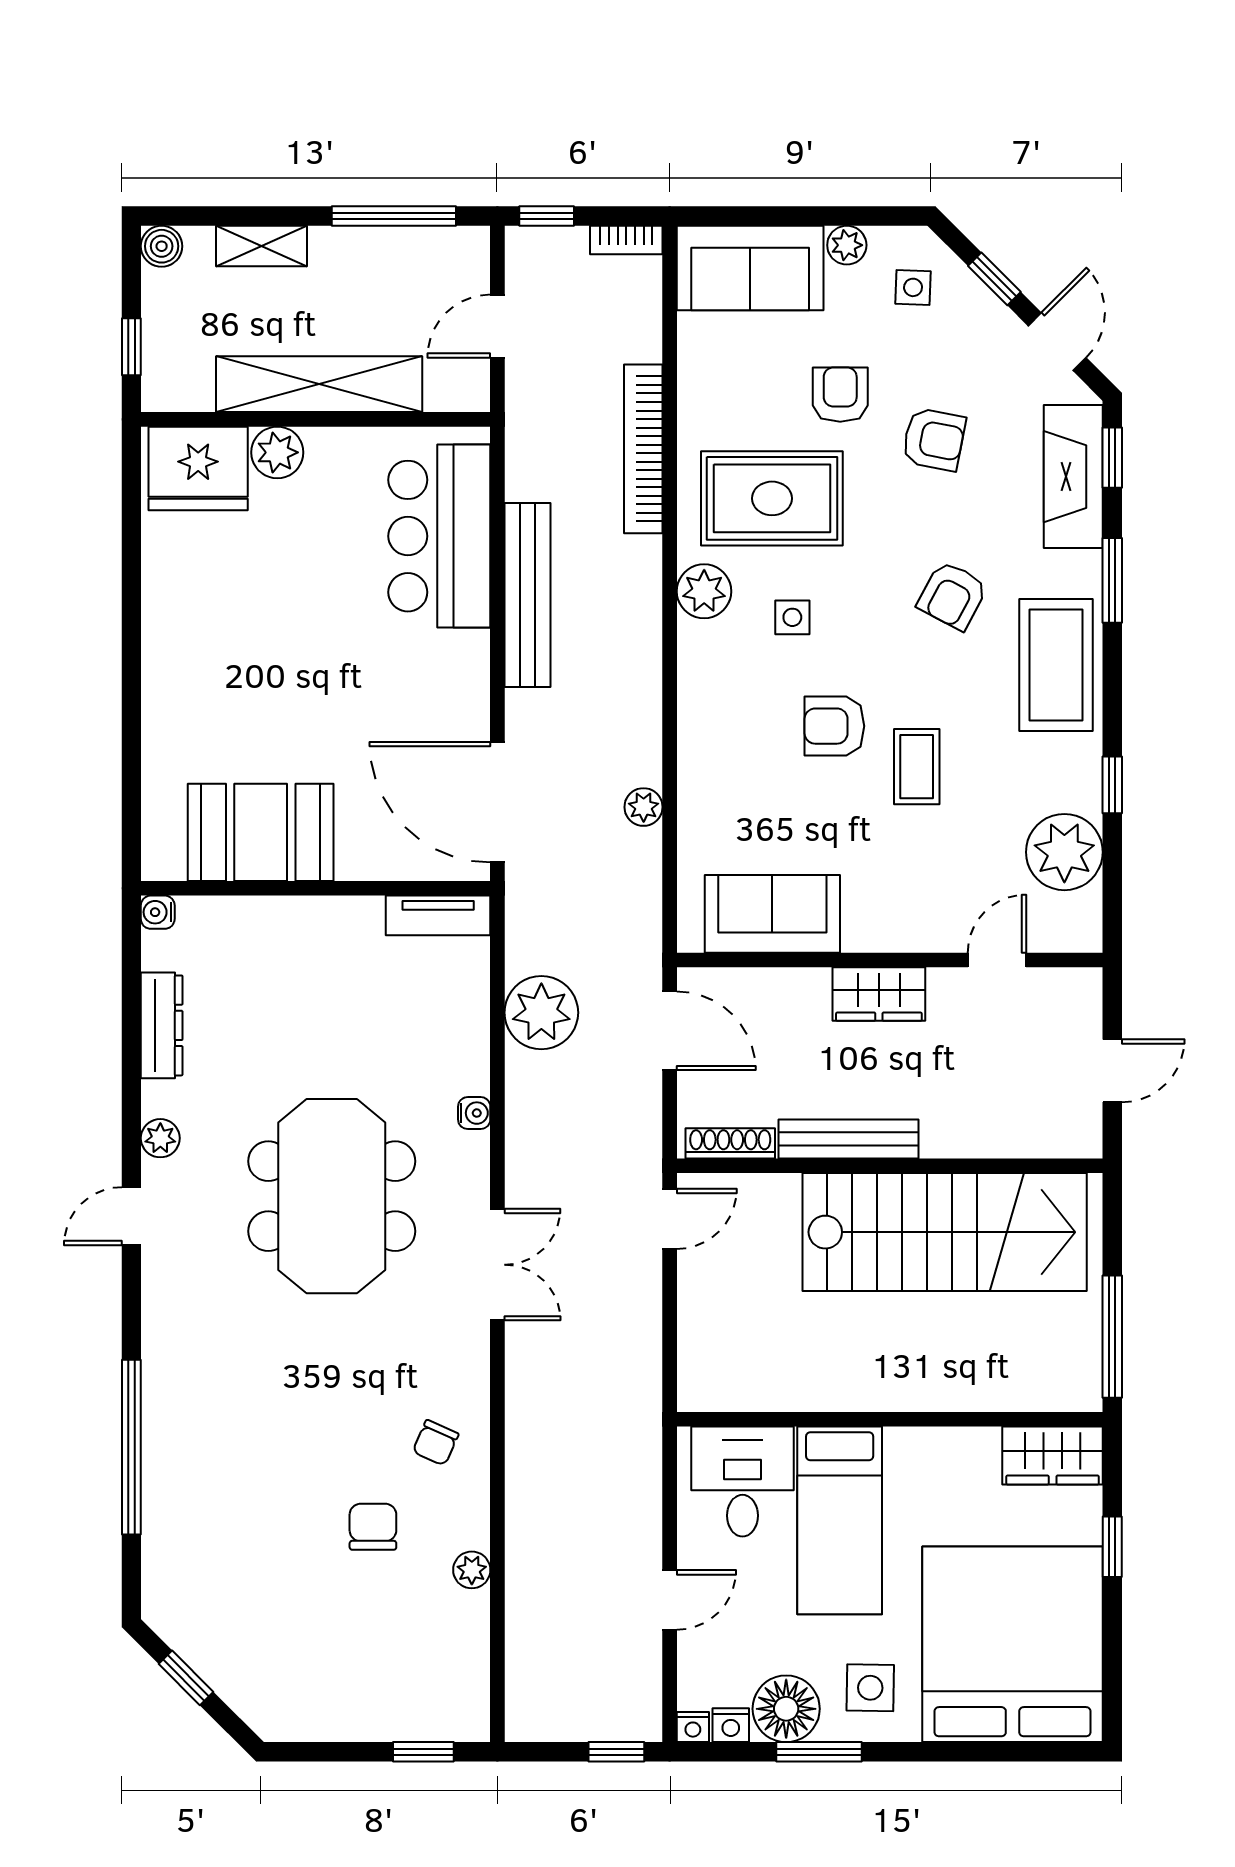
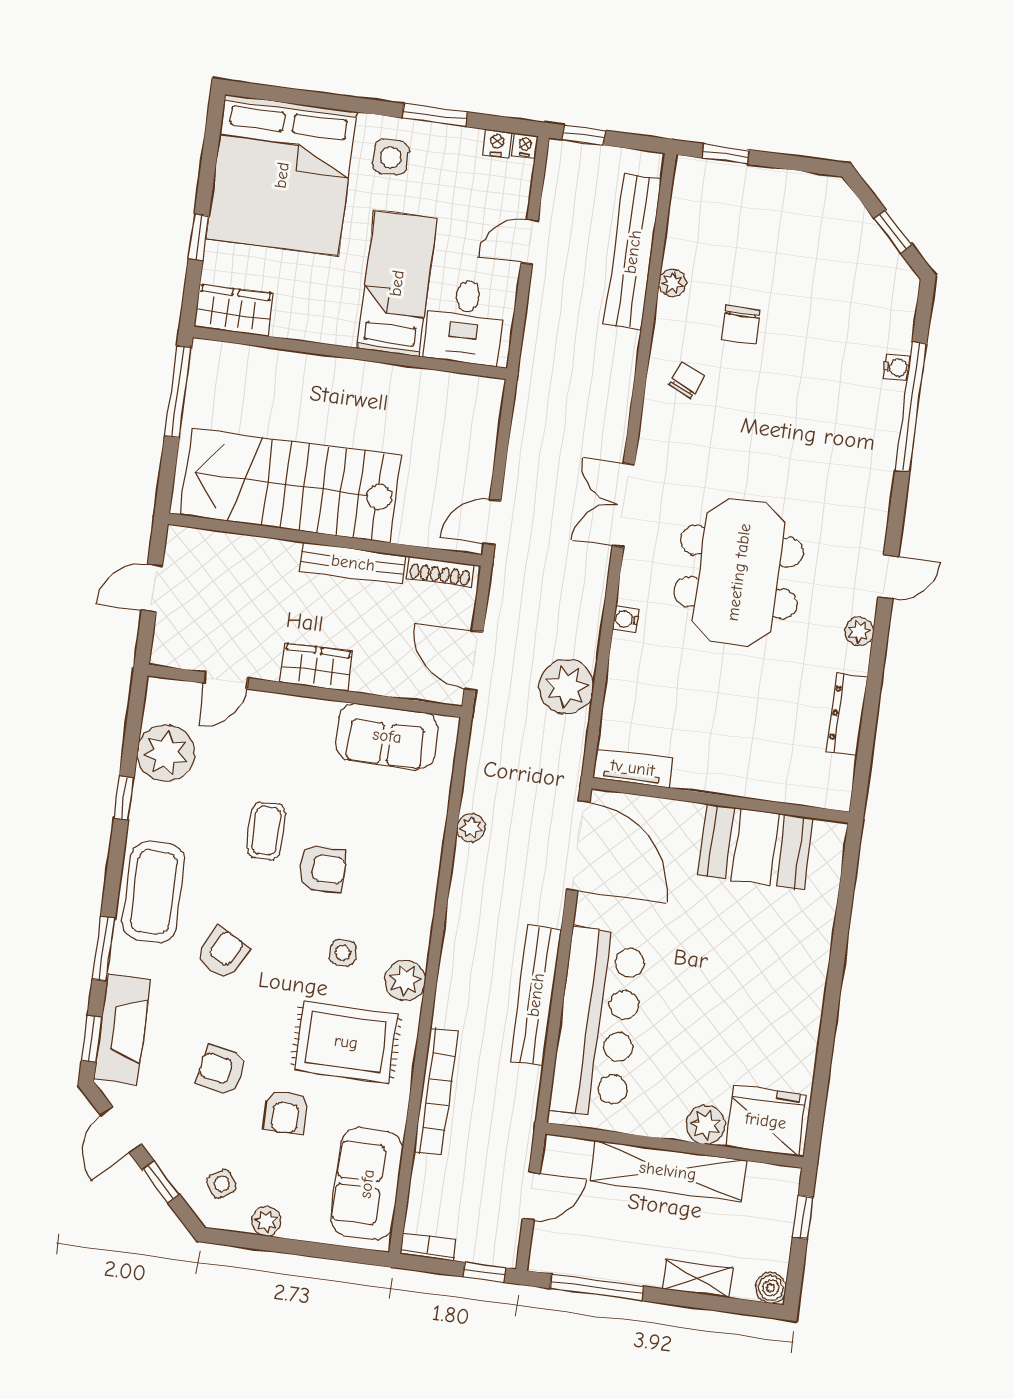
sofa: (750, 268) -> (367, 1184), moved, turned -90
side table: (913, 287) -> (222, 1184), turned -34
bar counter: (439, 536) -> (598, 1023), width x1.36
water cooler: (158, 912) -> (896, 367), moved
bench: (530, 1605) -> (633, 252), added
floor lamp: (786, 1709) -> (455, 150), removed

